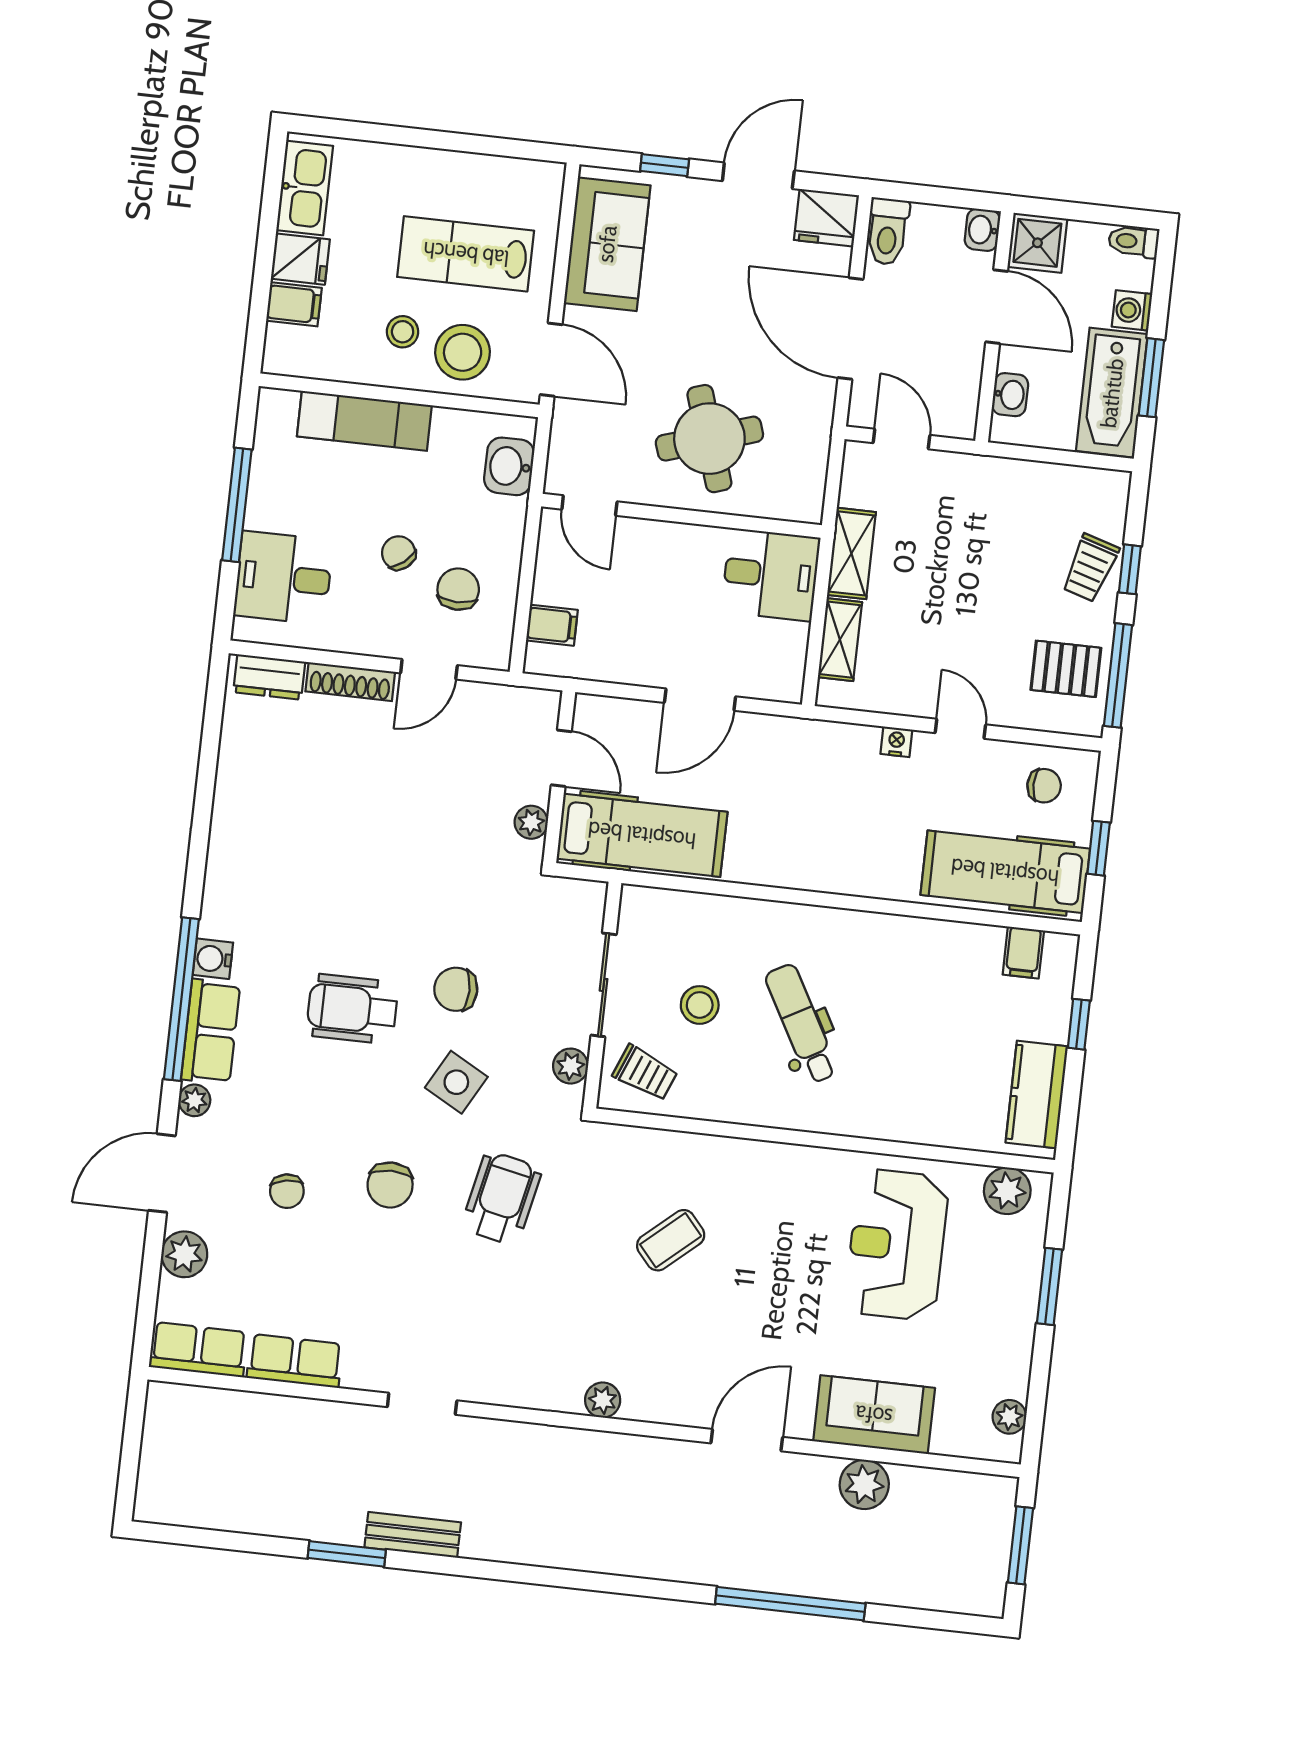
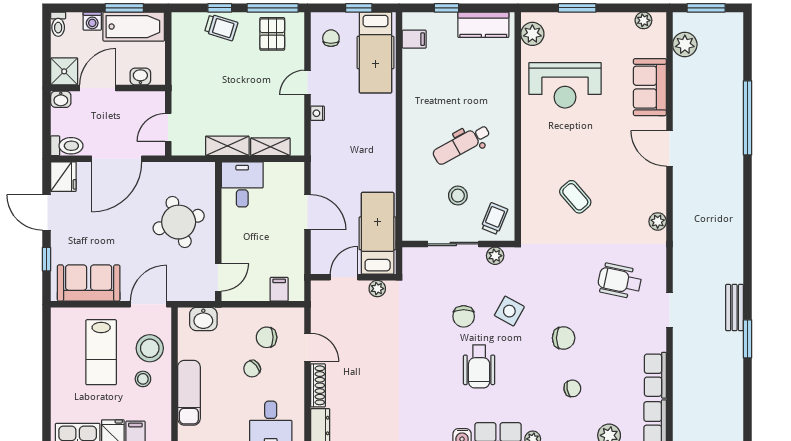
wheelchair: (502, 1198) -> (620, 281), moved
plant: (864, 1485) -> (685, 45), moved

